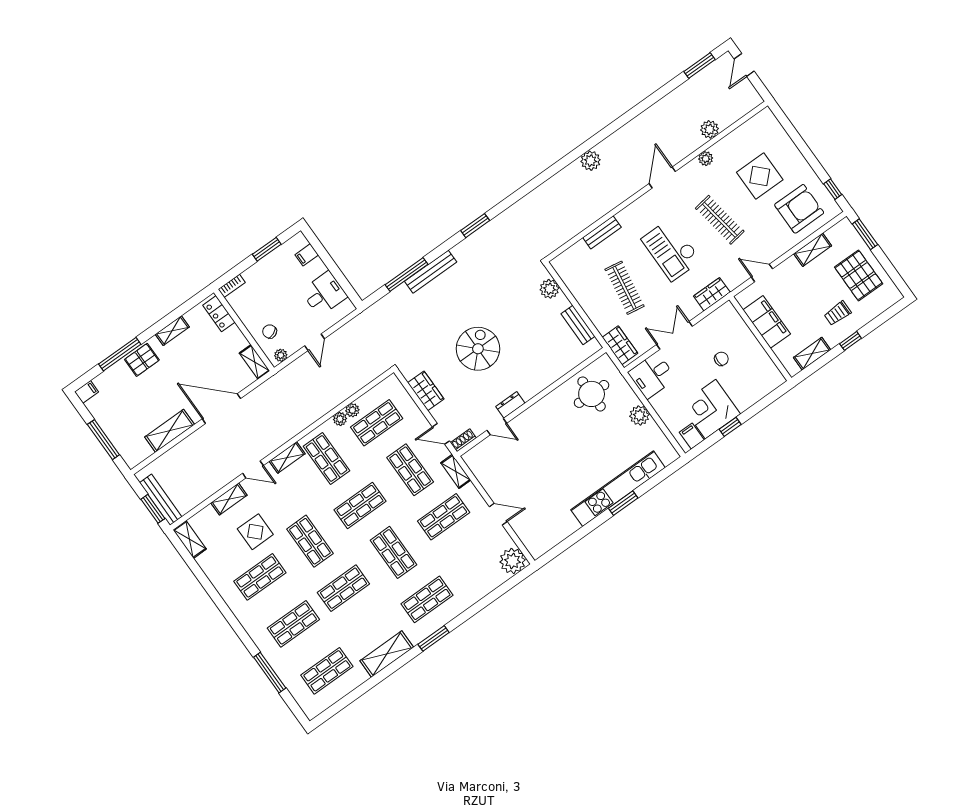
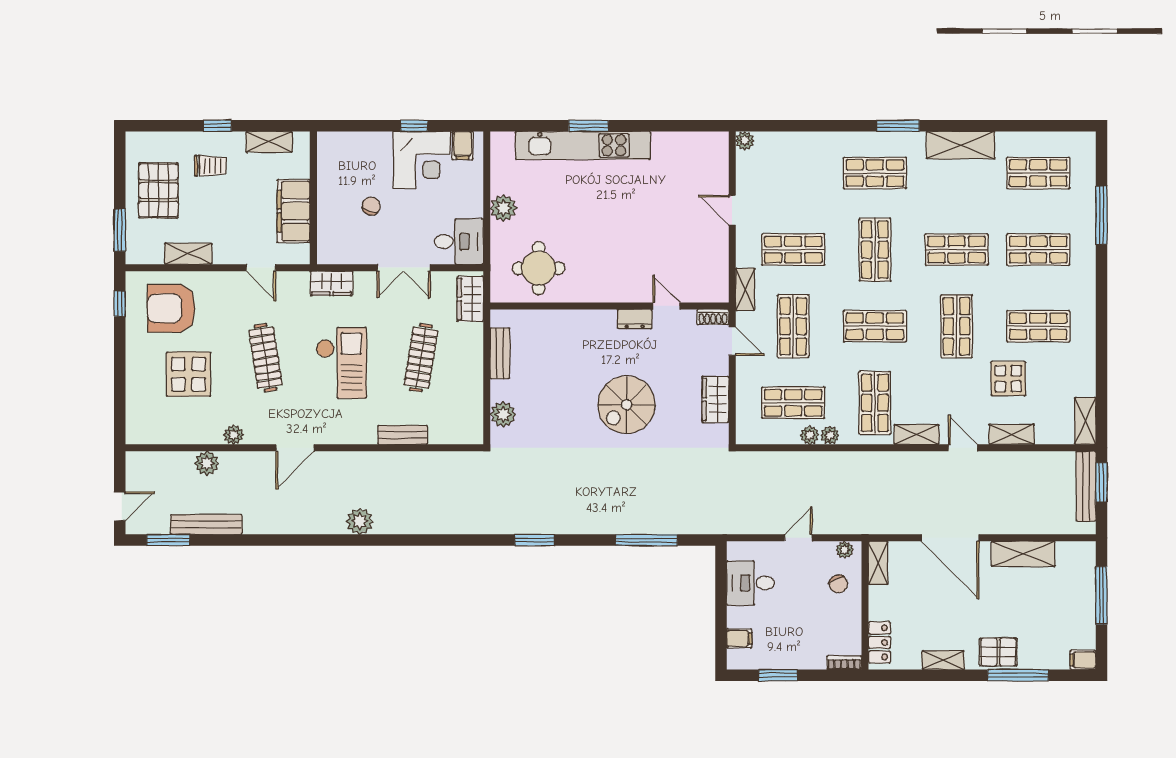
bench: (431, 272) -> (206, 525), moved
chair: (721, 359) -> (371, 206), turned 109
plant: (513, 561) -> (745, 141), width x0.53, depth x0.53

